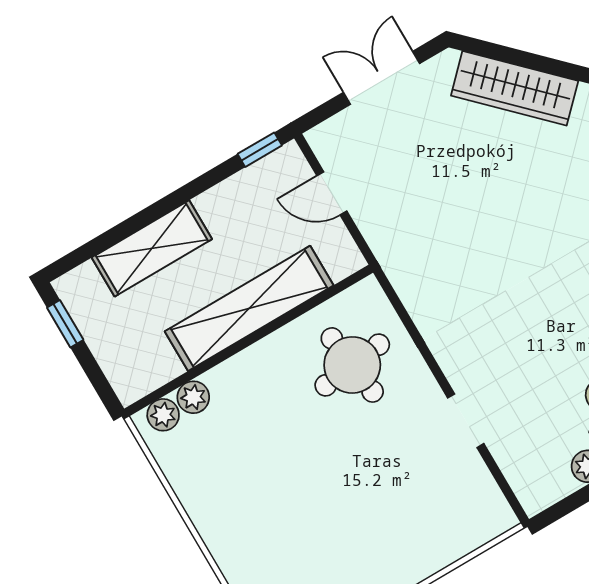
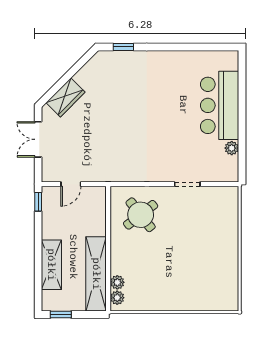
wardrobe: (515, 88) -> (66, 97), width x0.67
shelving: (249, 308) -> (96, 274), moved
round table: (352, 365) -> (141, 215), turned -31

